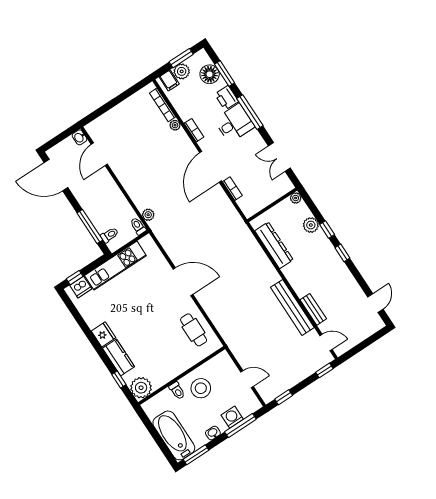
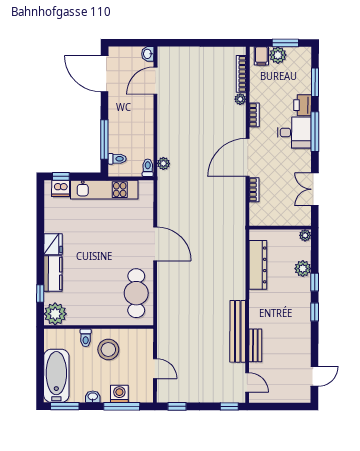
floor lamp: (210, 74) -> (301, 74), removed
cafe table: (194, 330) -> (136, 293), width x1.37, depth x1.35

